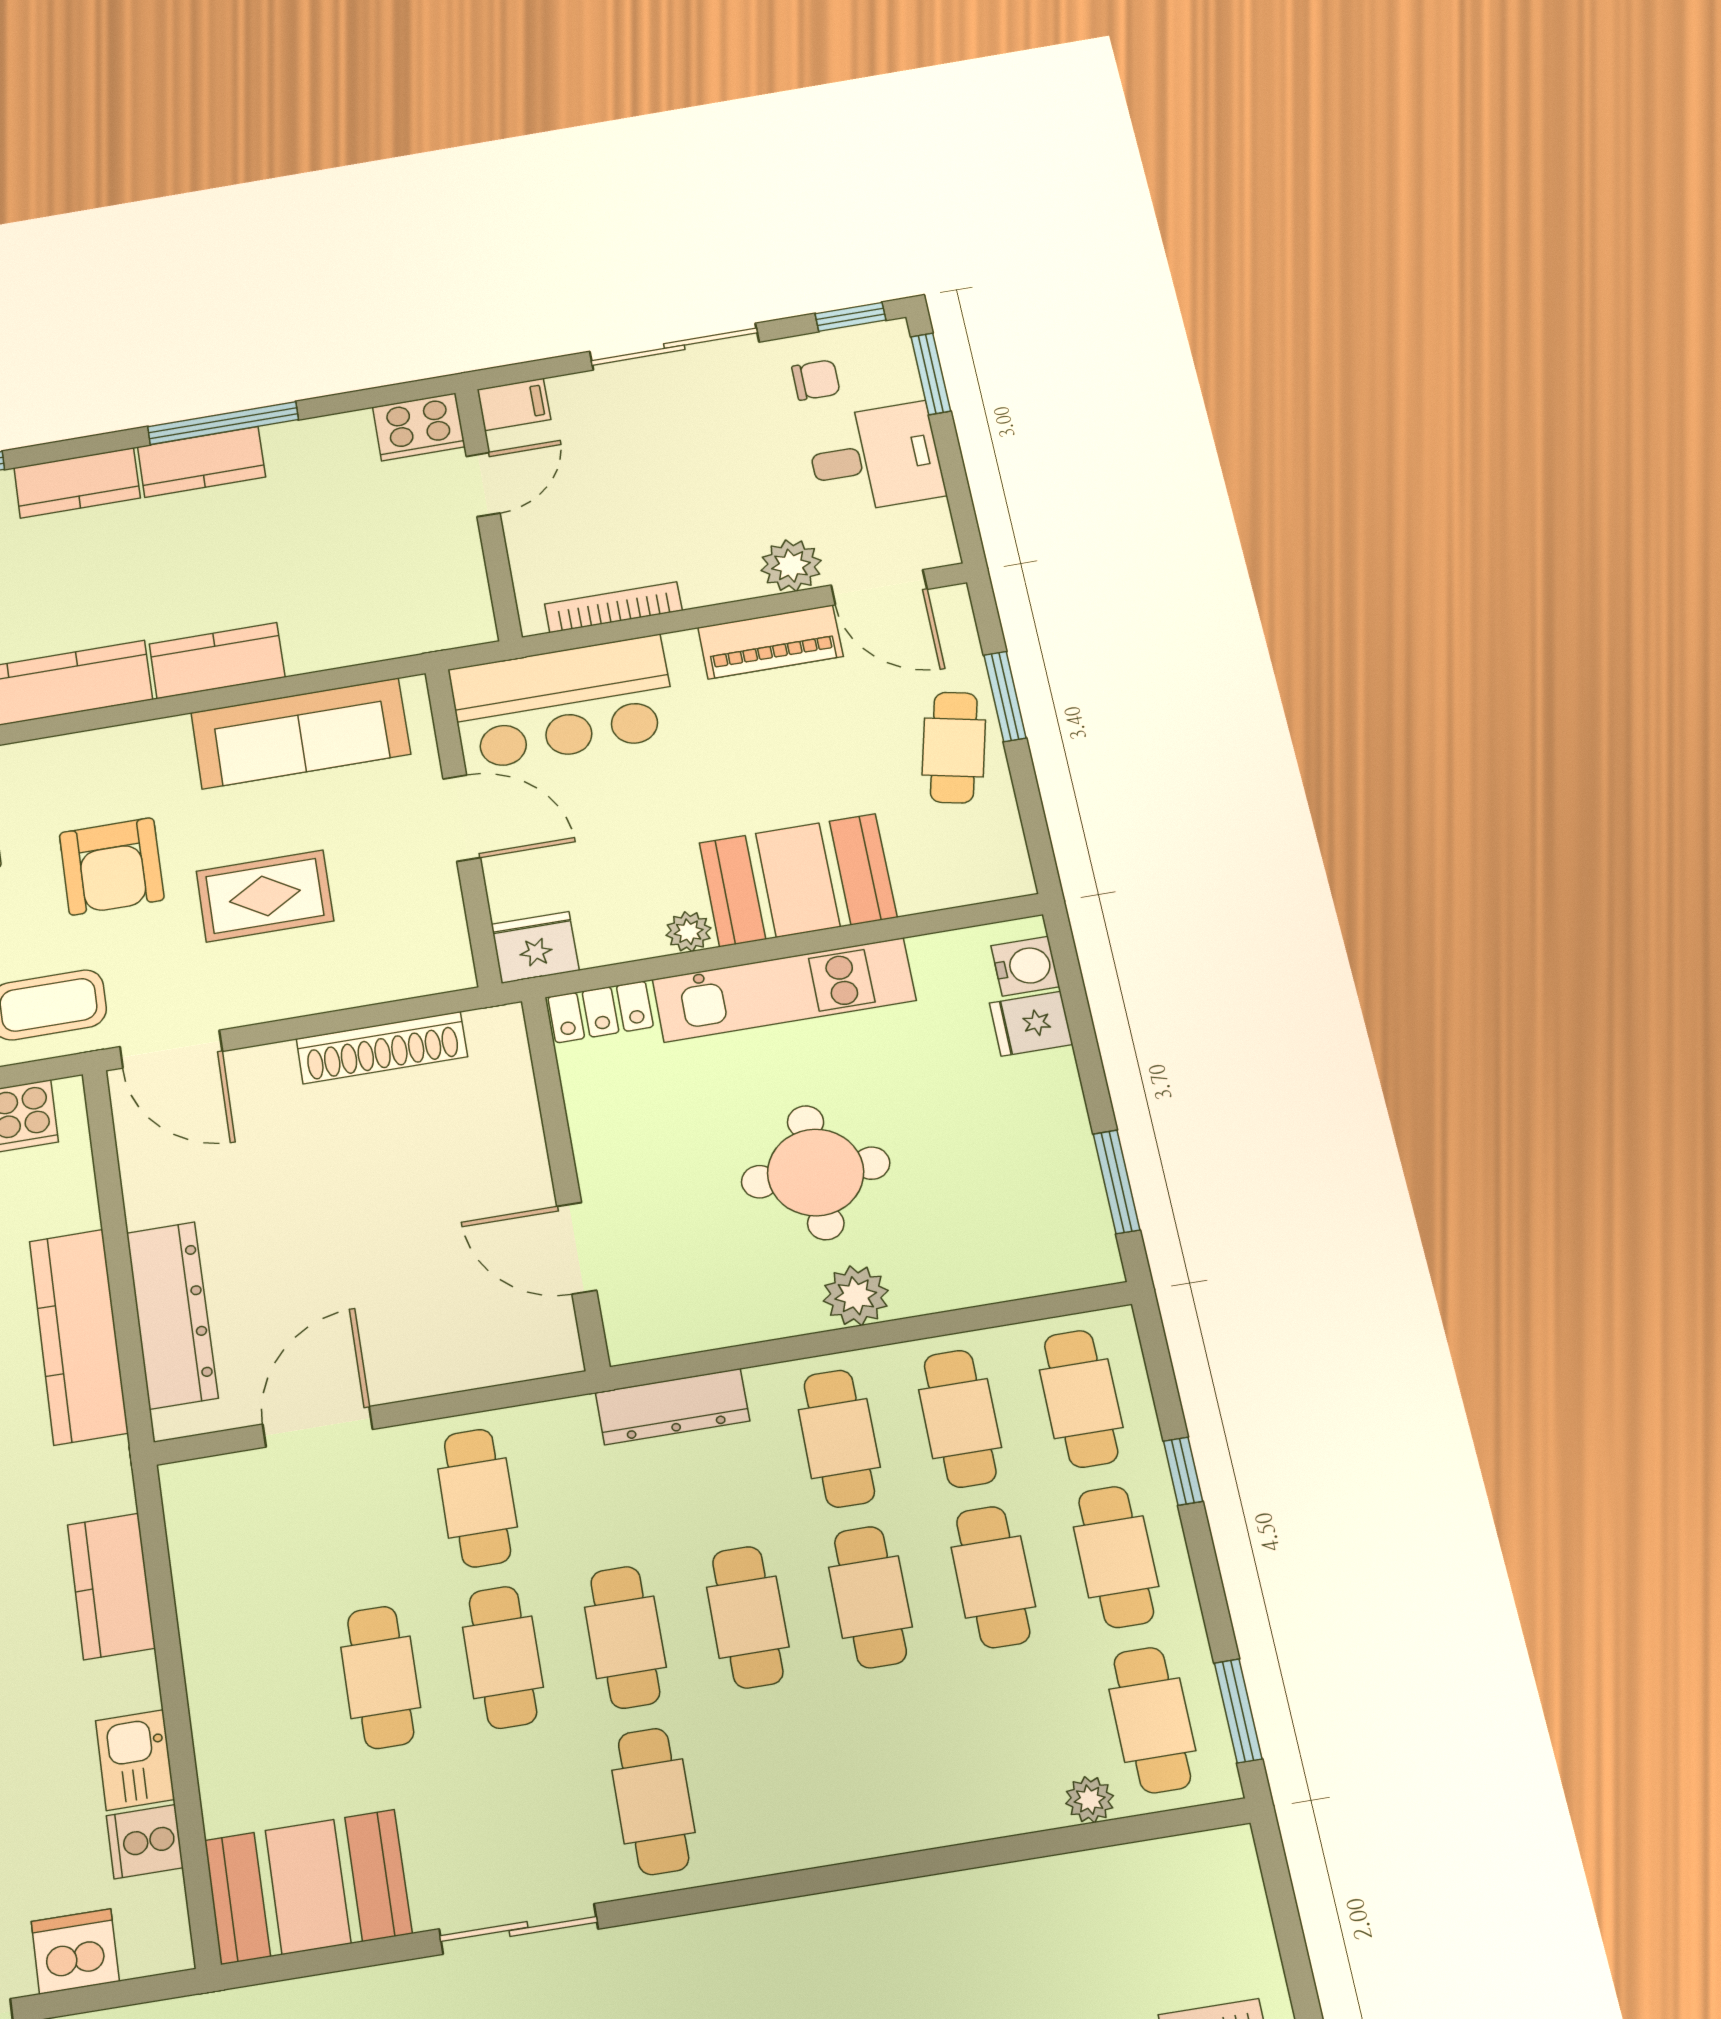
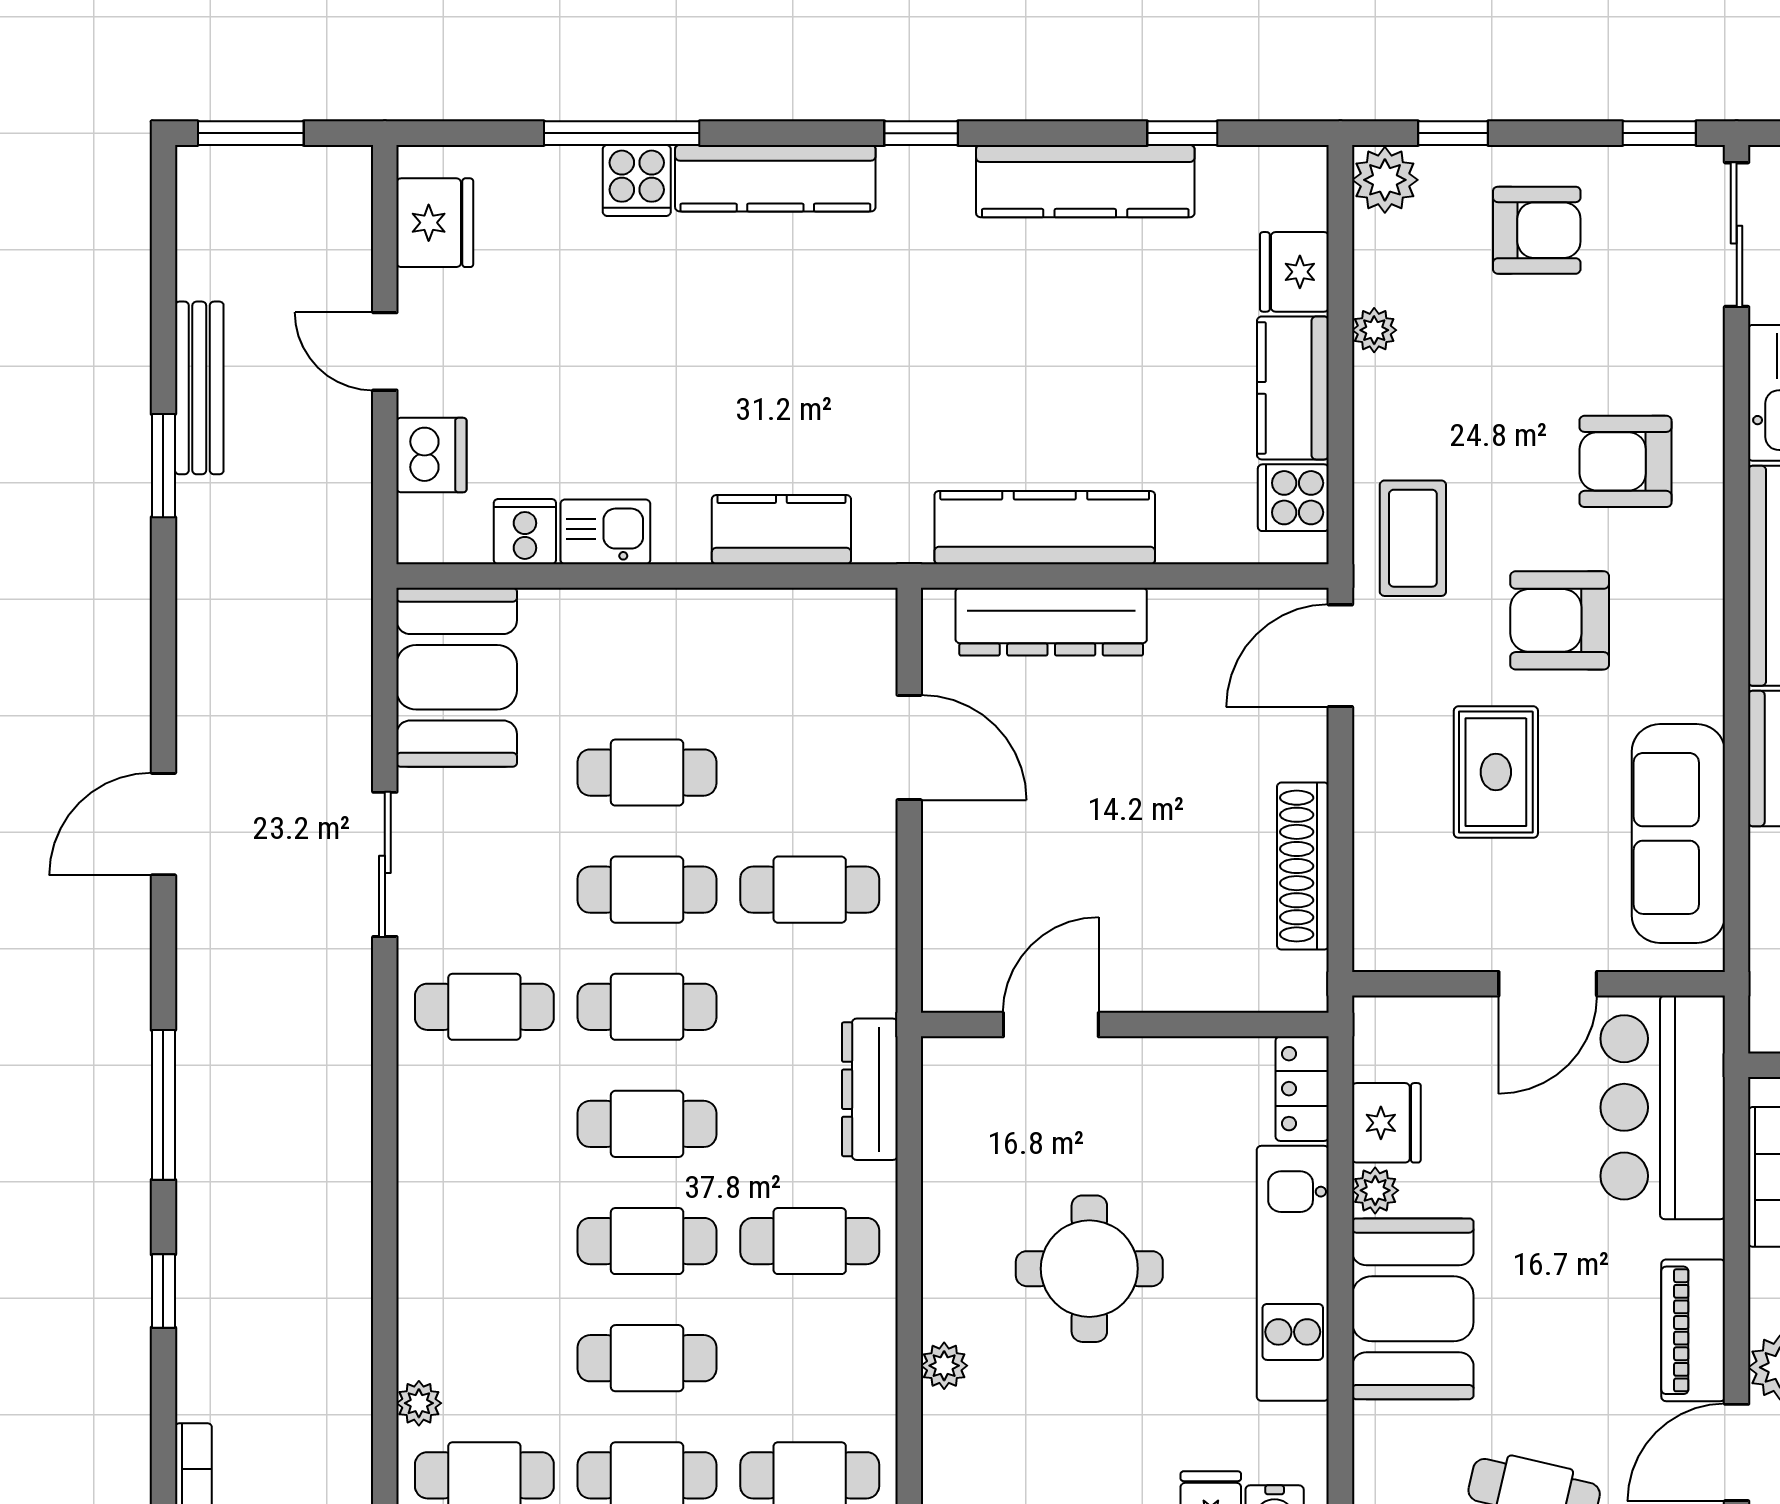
fridge: (535, 947) -> (1386, 1123), moved
plant: (856, 1296) -> (944, 1366), moved, width x0.73, depth x0.73
cafe table: (960, 1419) -> (810, 1358), removed

